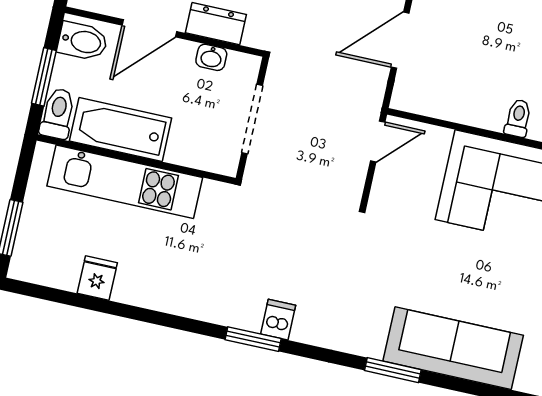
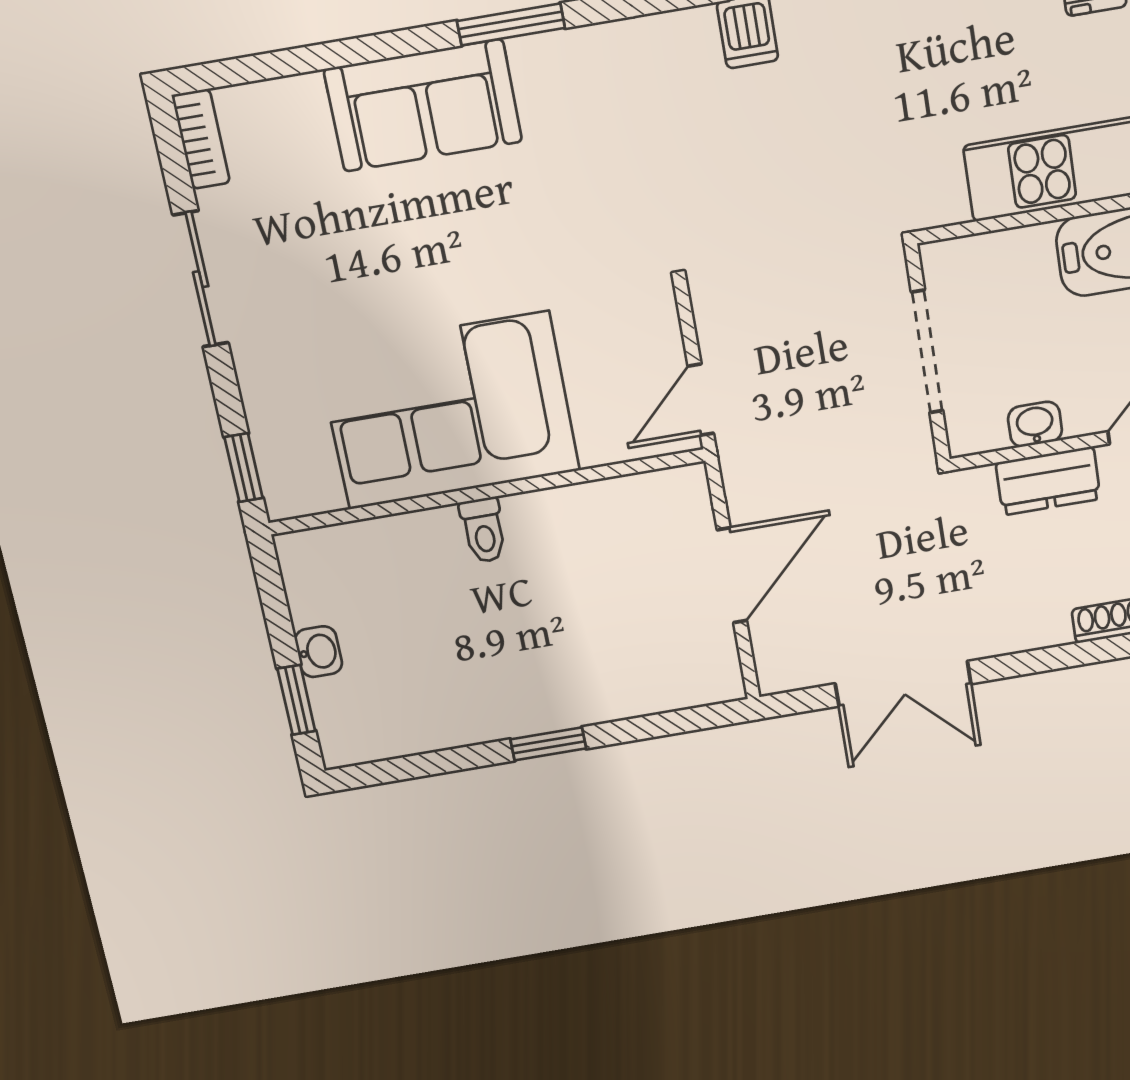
sofa: (453, 348) -> (423, 106), width x0.73

